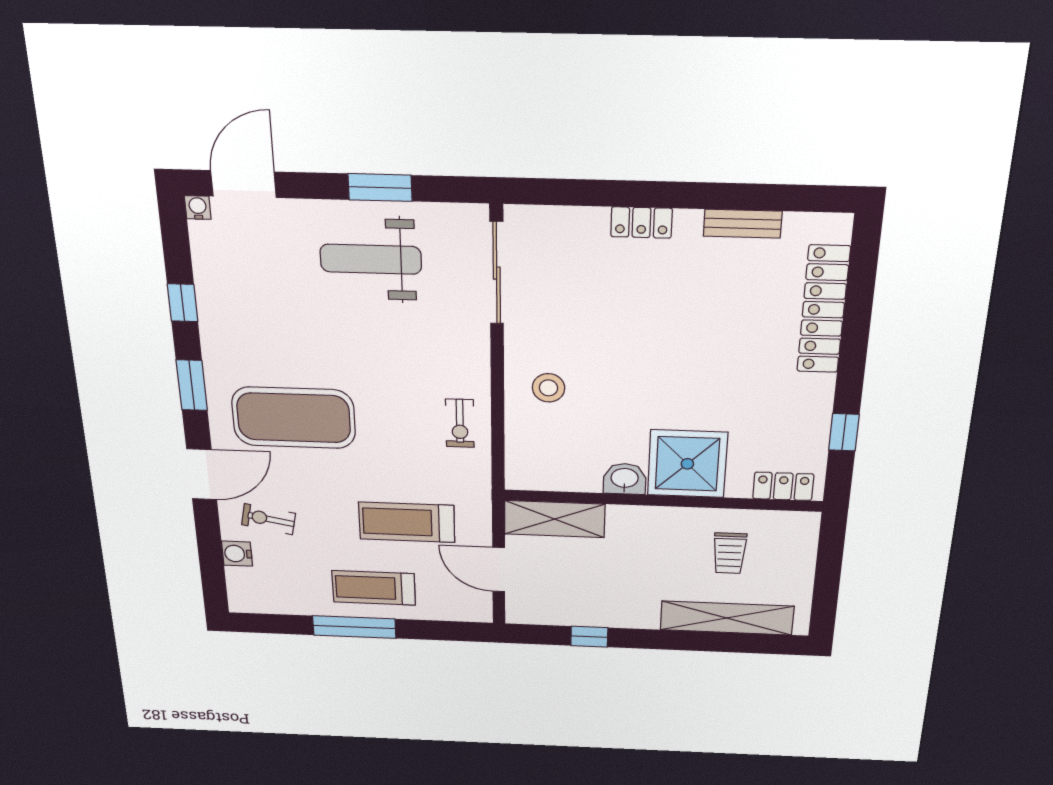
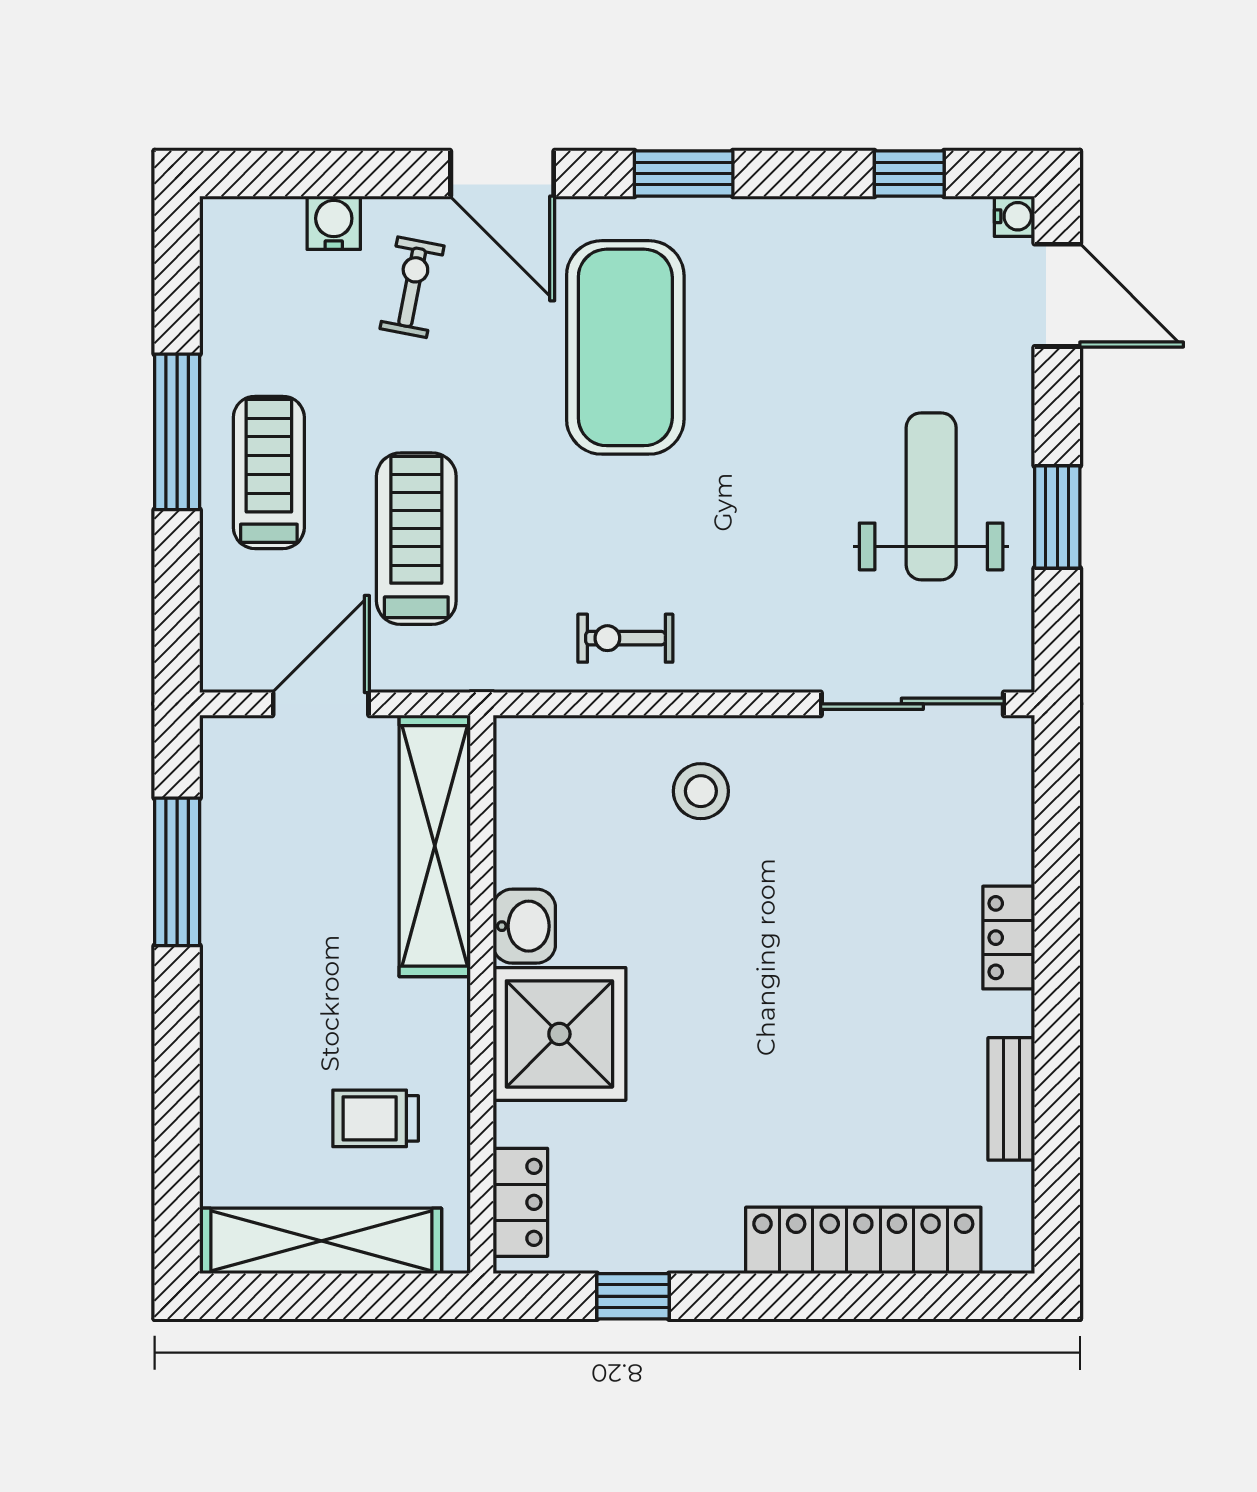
window: (183, 303) -> (909, 174), moved
shelving: (555, 519) -> (435, 846), width x1.47
shelving: (727, 618) -> (321, 1241), moved, turned 90
window: (589, 637) -> (177, 872), width x2.17

